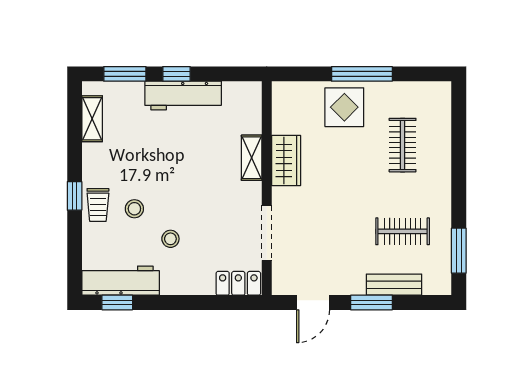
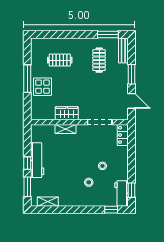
window: (75, 196) -> (111, 210), moved
trolley: (98, 205) -> (87, 199), removed
workbench: (121, 281) -> (122, 193), width x0.73
bench: (394, 285) -> (123, 50), moved

